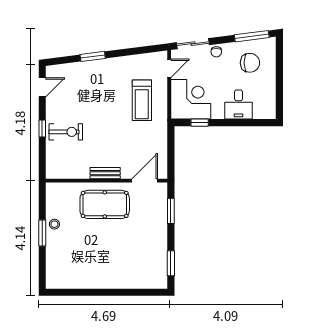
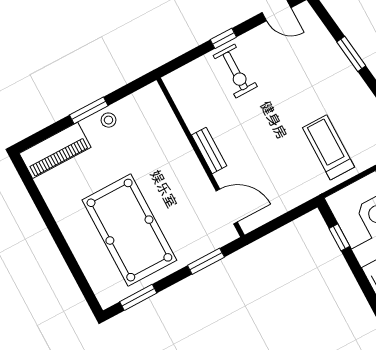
treadmill: (142, 100) -> (328, 147), turned 90
pool table: (105, 204) -> (129, 230), moved, width x1.36, depth x1.32
piano: (56, 266) -> (55, 150), added

